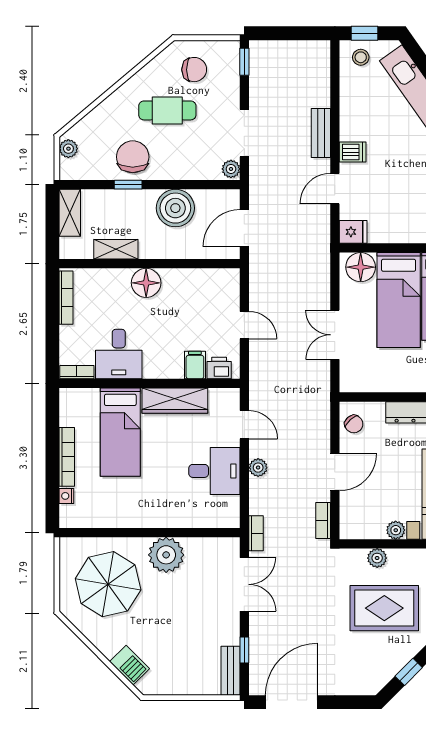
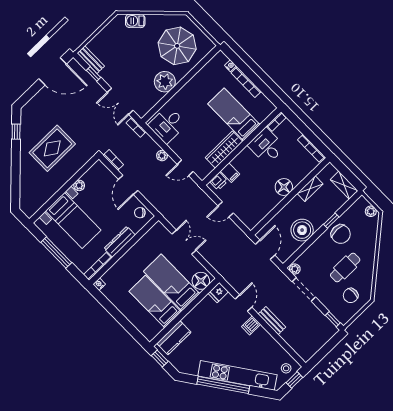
desk: (214, 471) -> (167, 125), moved
plant: (377, 558) -> (76, 166), removed
door: (292, 702) -> (53, 71), hinge flipped

